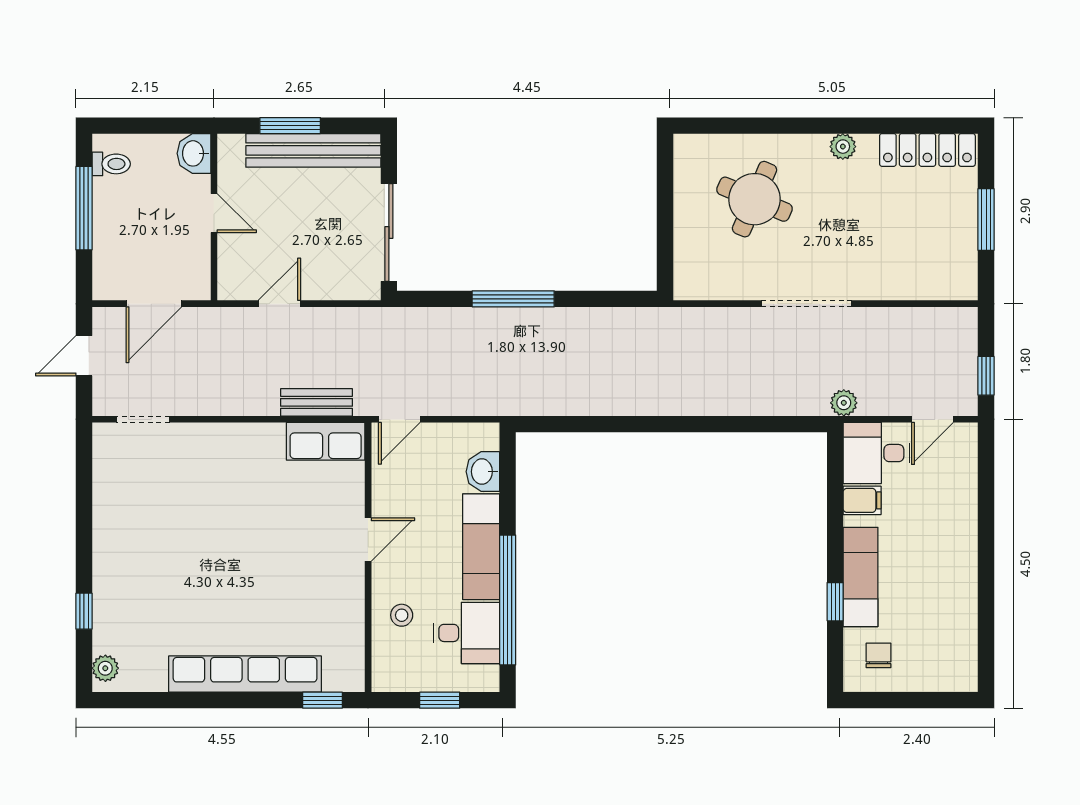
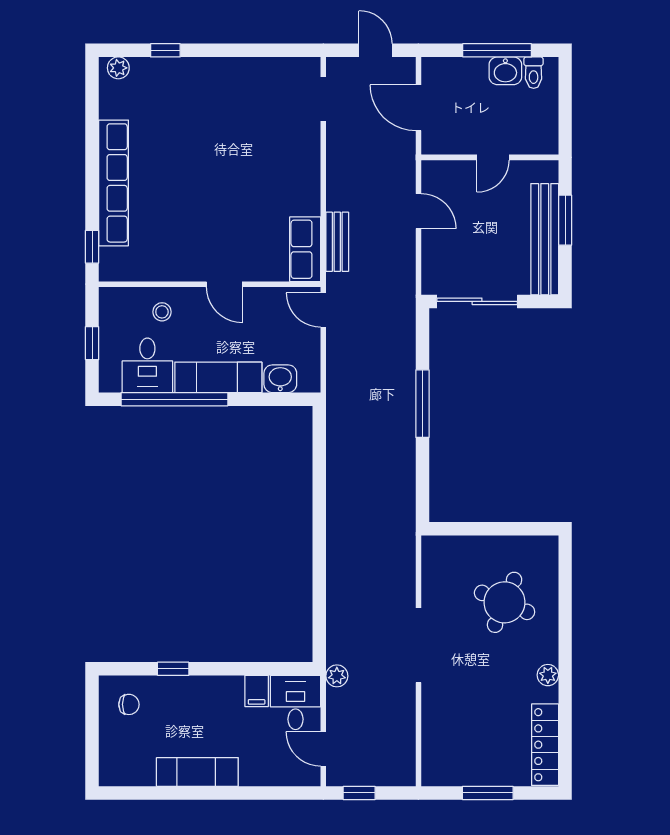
washbasin: (194, 153) -> (505, 71), moved, turned 180
exam couch: (861, 577) -> (197, 772), moved, turned 180

